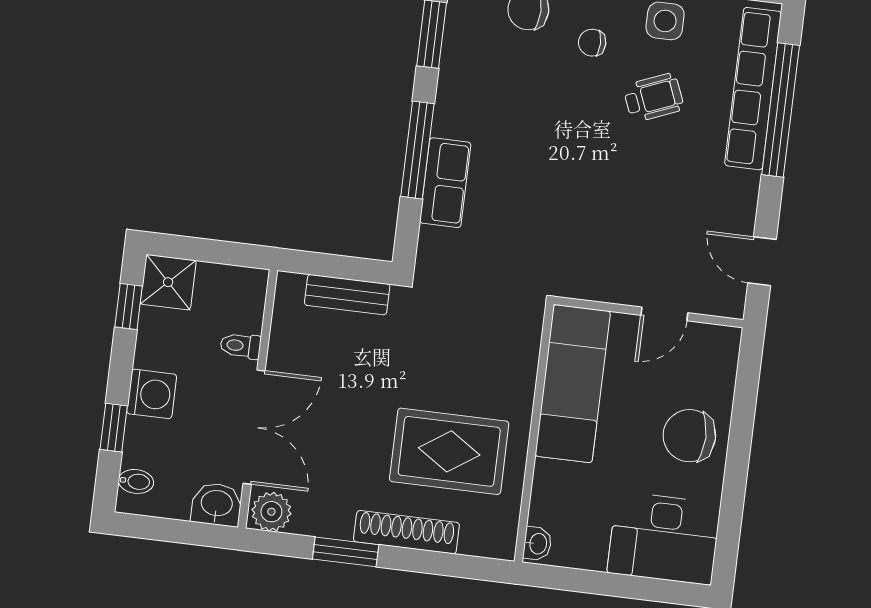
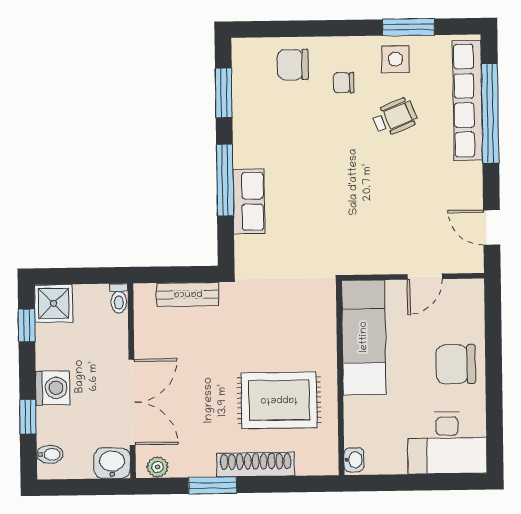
toilet: (241, 346) -> (119, 298), moved, turned -90
plant: (271, 512) -> (158, 467), width x0.73, depth x0.73

